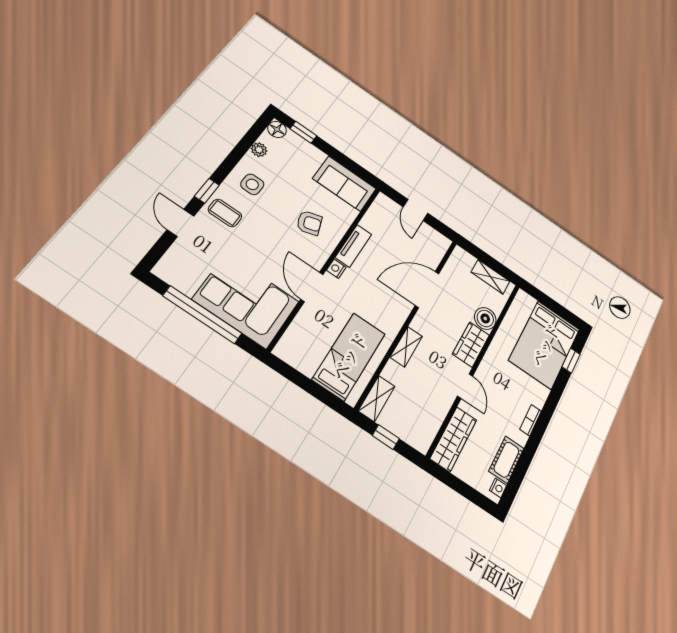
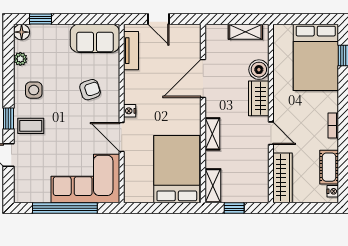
tv unit: (353, 246) -> (131, 51), moved
bed: (349, 356) -> (177, 169), width x1.50

